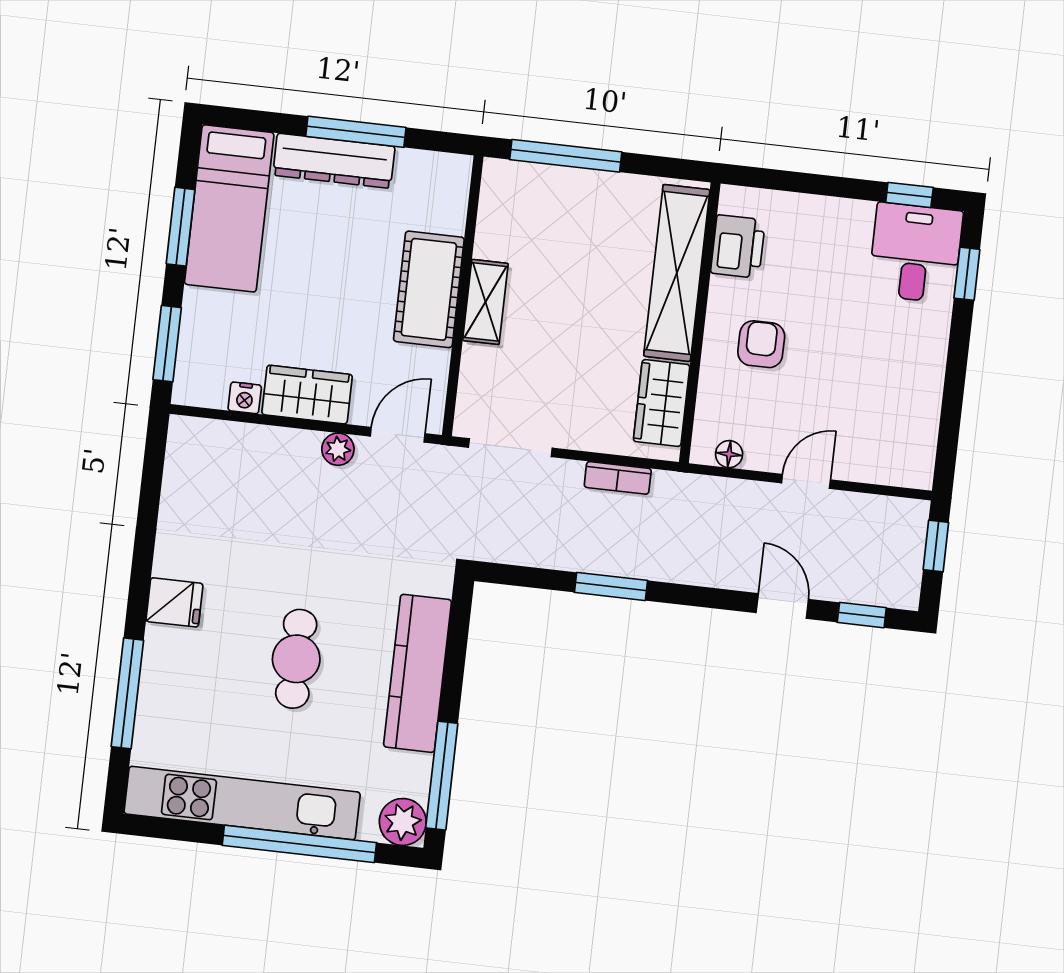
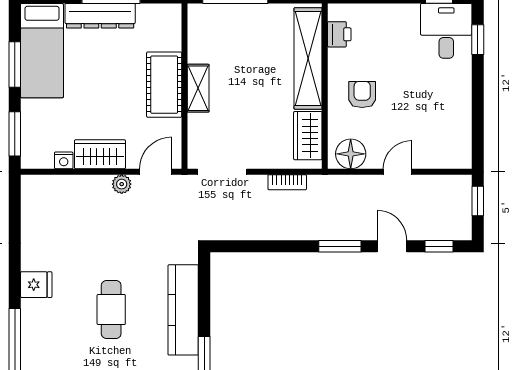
printer: (738, 247) -> (339, 34), width x0.73, depth x0.81
floor lamp: (729, 454) -> (351, 154), width x1.89, depth x1.89
window: (611, 586) -> (340, 246), moved

